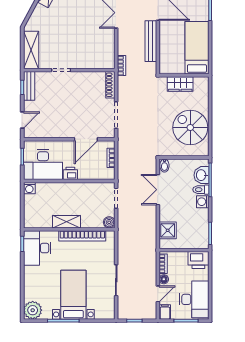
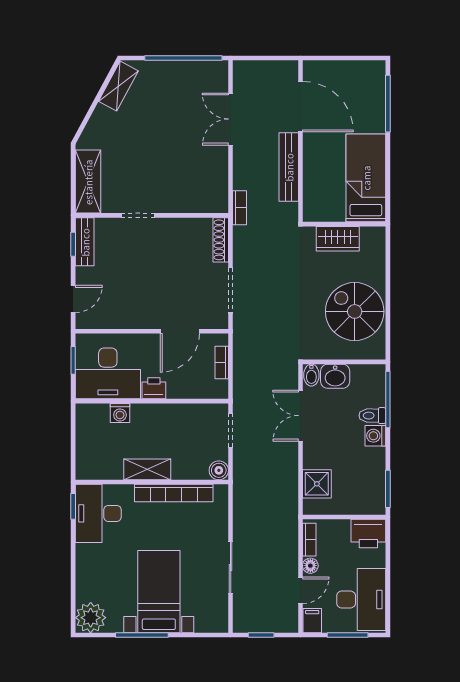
washbasin: (201, 175) -> (335, 376), moved, turned -90
washing machine: (29, 188) -> (120, 413), moved

